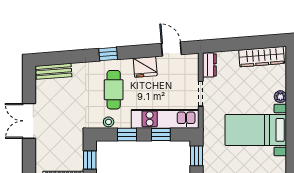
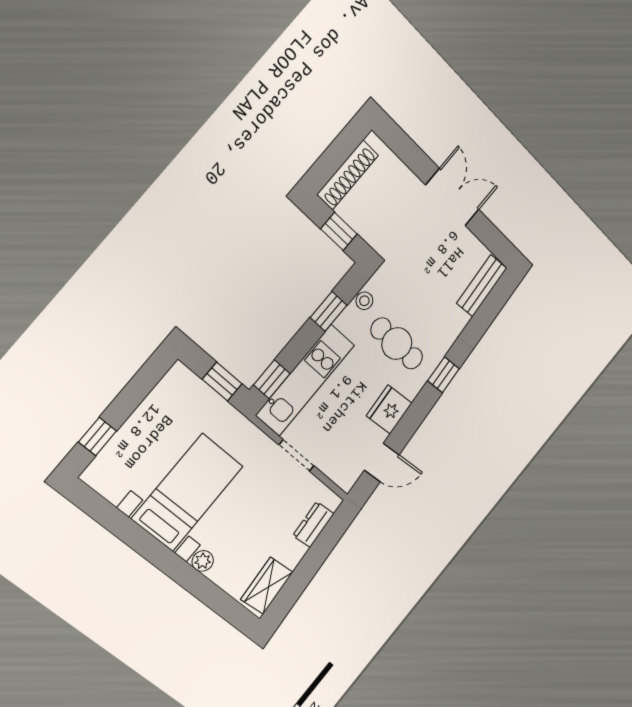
wardrobe: (262, 57) -> (267, 586), width x0.67
dresser: (209, 65) -> (313, 525), moved, turned 85
window: (161, 134) -> (272, 379), moved

